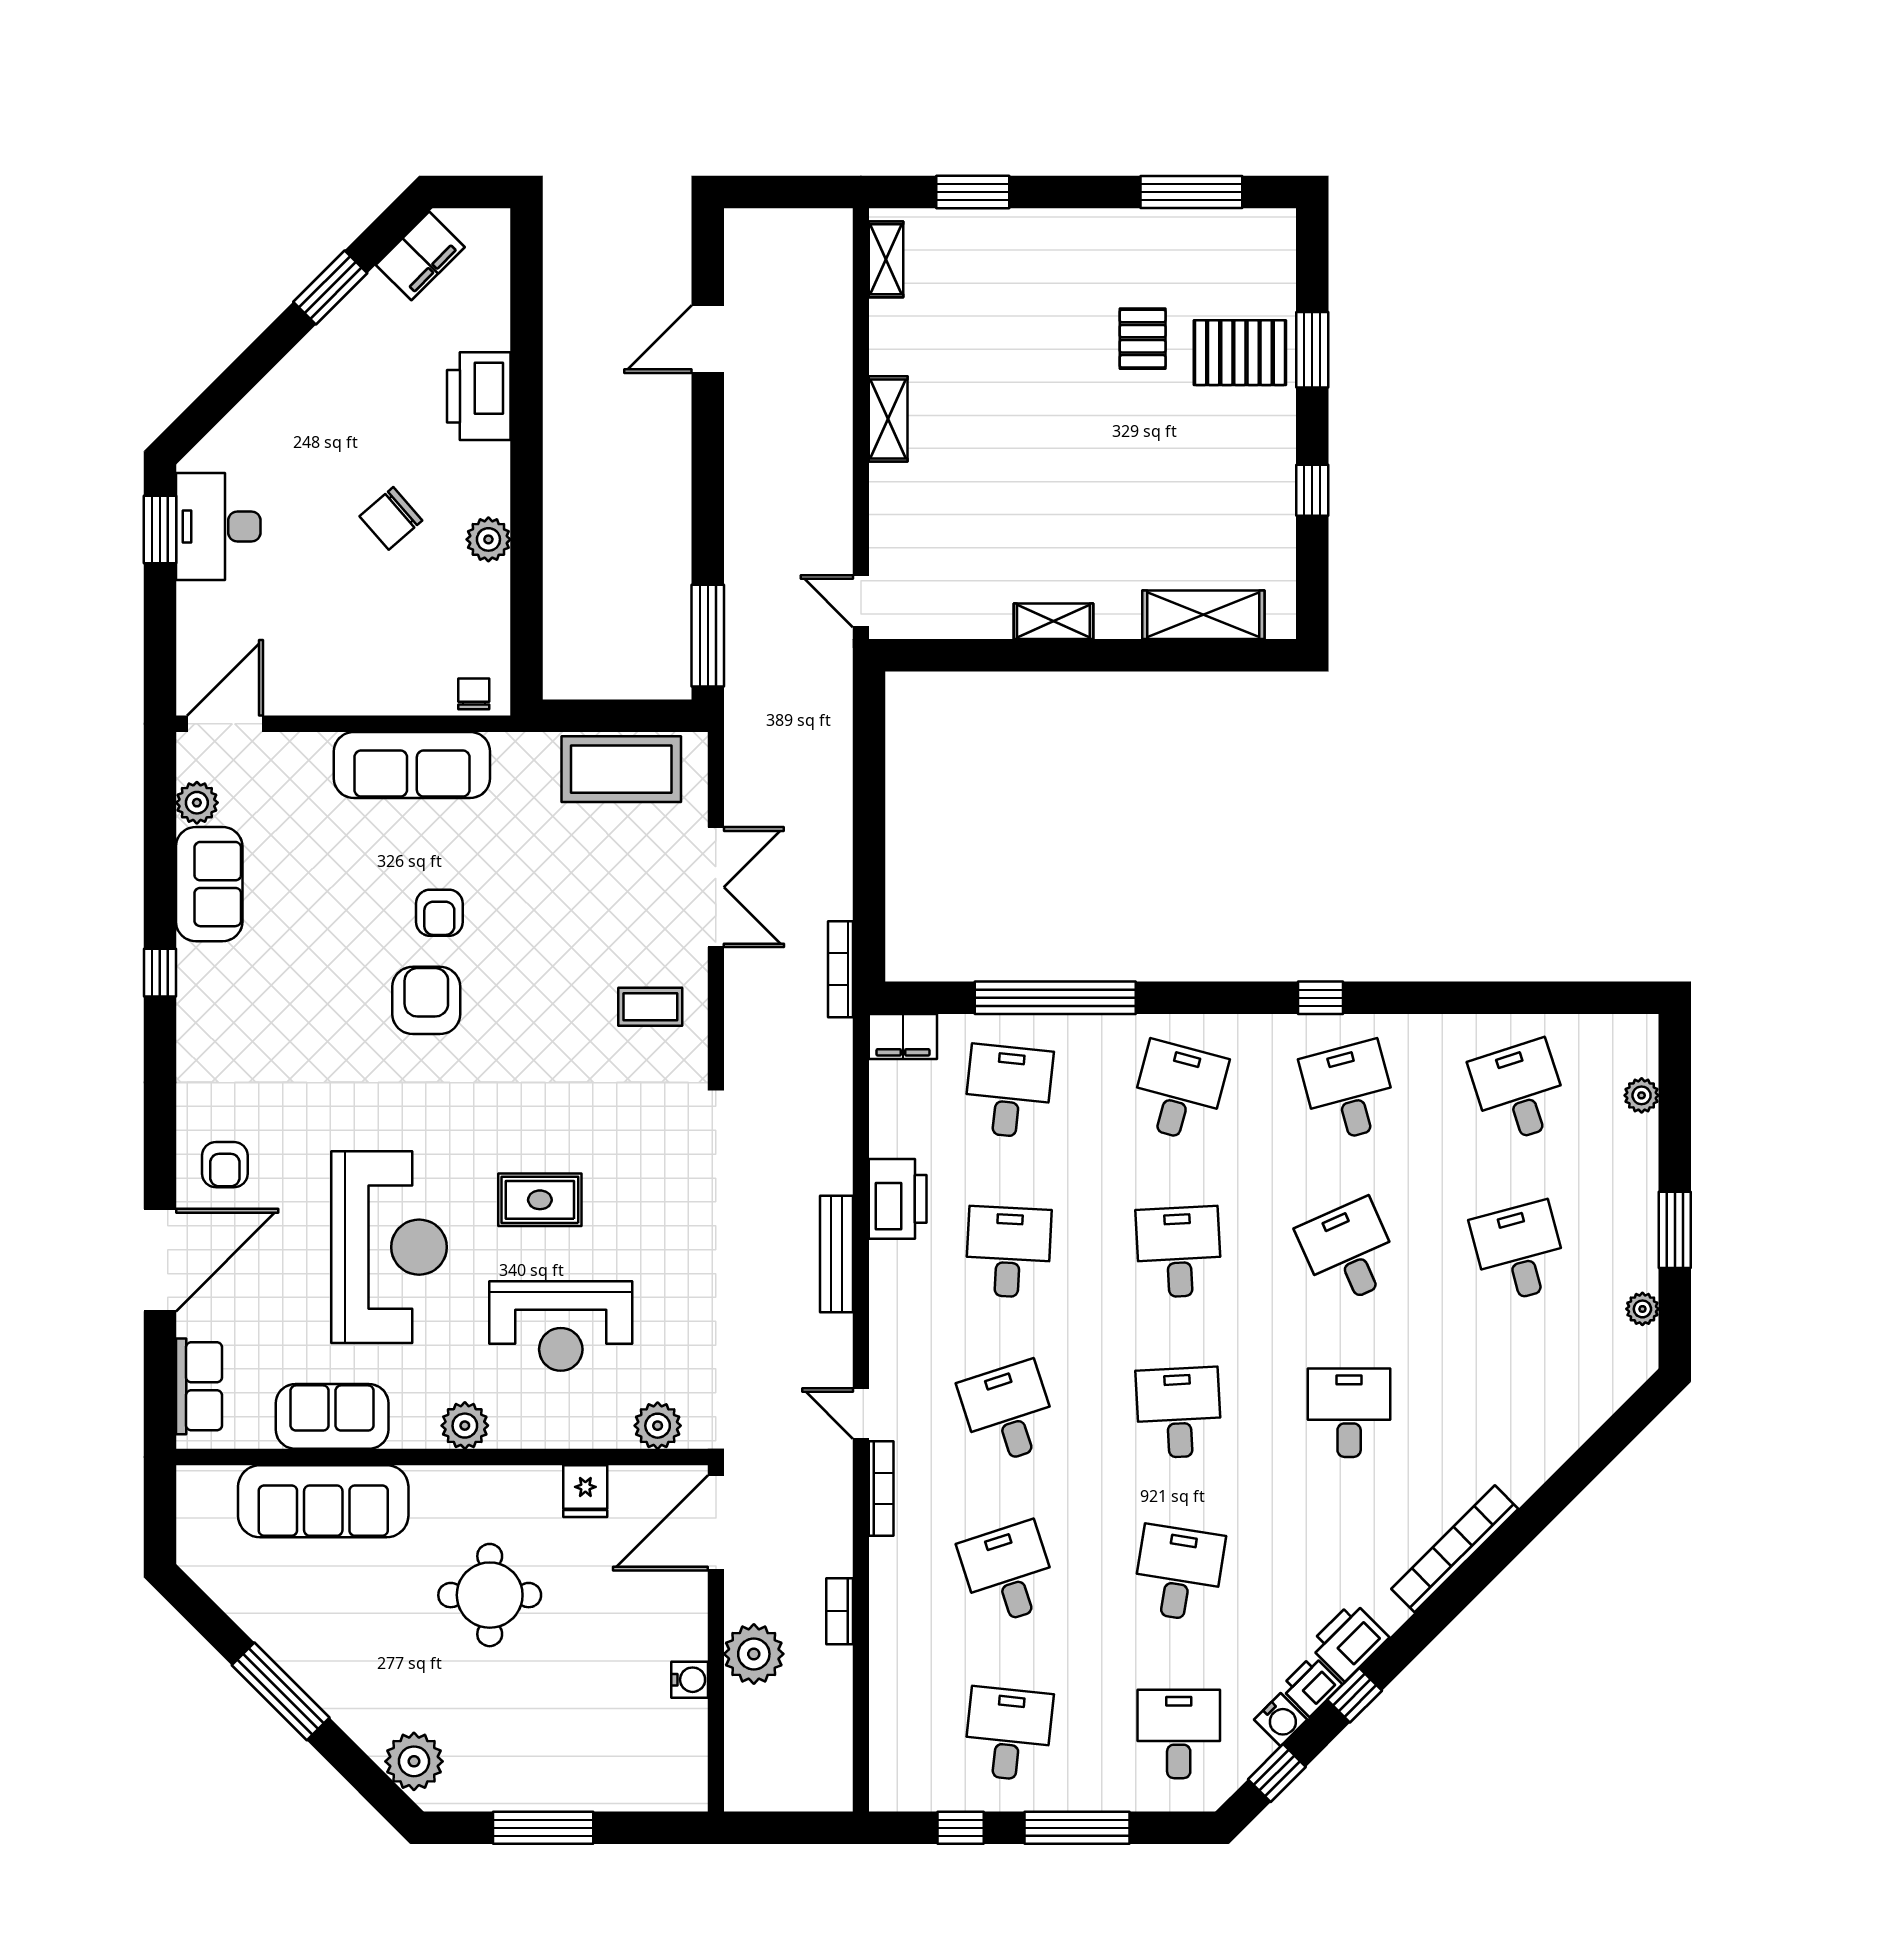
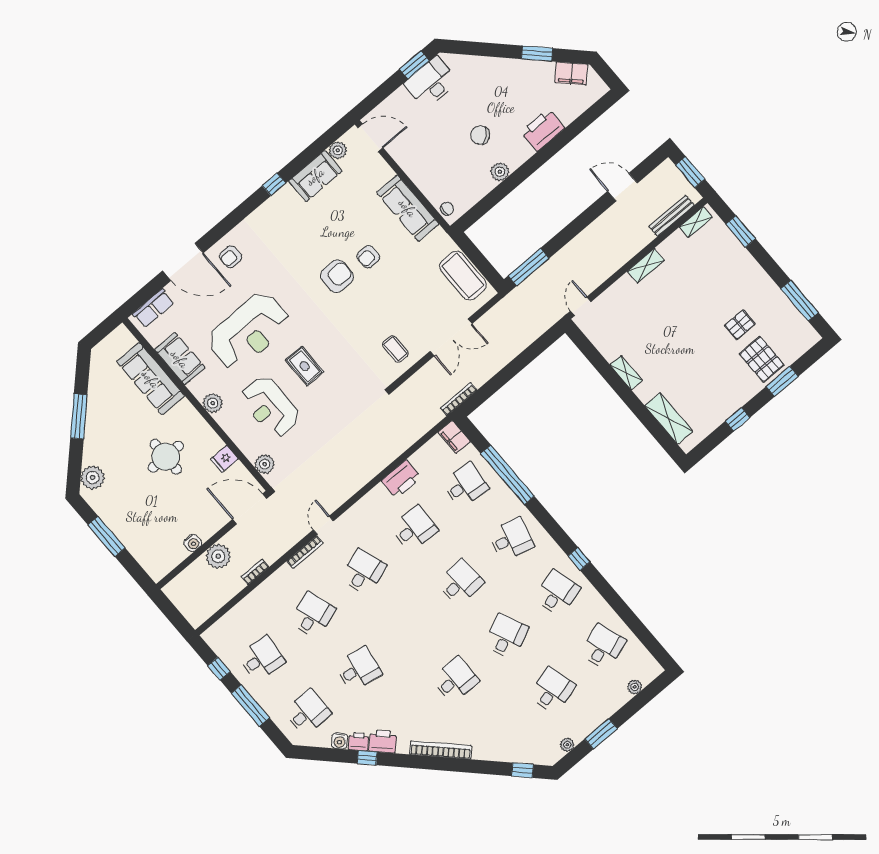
window: (786, 192) -> (690, 172), added
bench: (837, 1254) -> (672, 216), moved
desk: (1179, 1413) -> (409, 626), removed
window: (1277, 1773) -> (522, 770), moved

